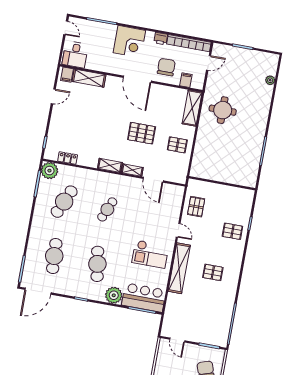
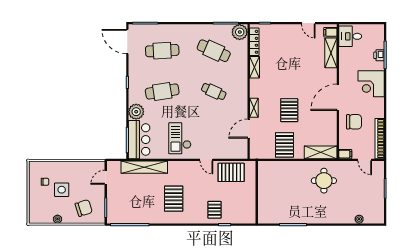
door: (66, 28) -> (373, 23), removed
printer: (161, 39) -> (379, 55), moved
filing cabinet: (186, 80) -> (345, 154), moved
pallet: (177, 145) -> (284, 145), width x1.50, depth x1.42
locker: (68, 158) -> (254, 42), width x1.53
shelving: (110, 165) -> (254, 67), moved
pallet: (196, 207) -> (231, 172), width x1.50, depth x1.42
door: (178, 230) -> (206, 160), hinge flipped
shelving: (179, 268) -> (144, 167), moved
pallet: (213, 272) -> (174, 199), width x1.50, depth x1.42

